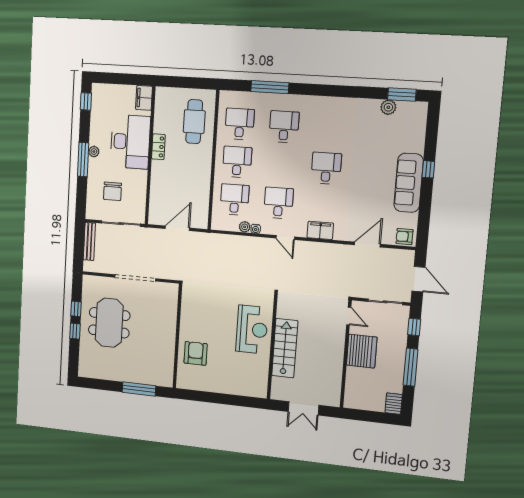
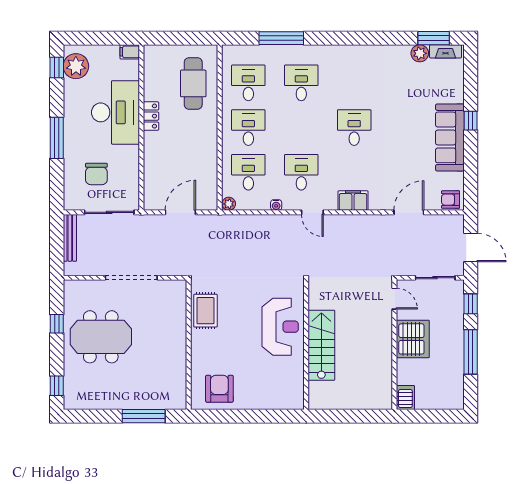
filing cabinet: (144, 98) -> (130, 52), width x0.50
fireplace: (411, 107) -> (446, 51), added
plant: (94, 152) -> (76, 66), moved, width x1.87, depth x1.87
plant: (245, 227) -> (229, 204), moved
rug: (192, 310) -> (205, 311), added
meeting table: (109, 323) -> (101, 337), turned 90
window: (75, 331) -> (57, 386), moved
armchair: (196, 353) -> (219, 389), moved
server rack: (394, 404) -> (405, 398), moved
double door: (303, 408) -> (349, 416), removed

